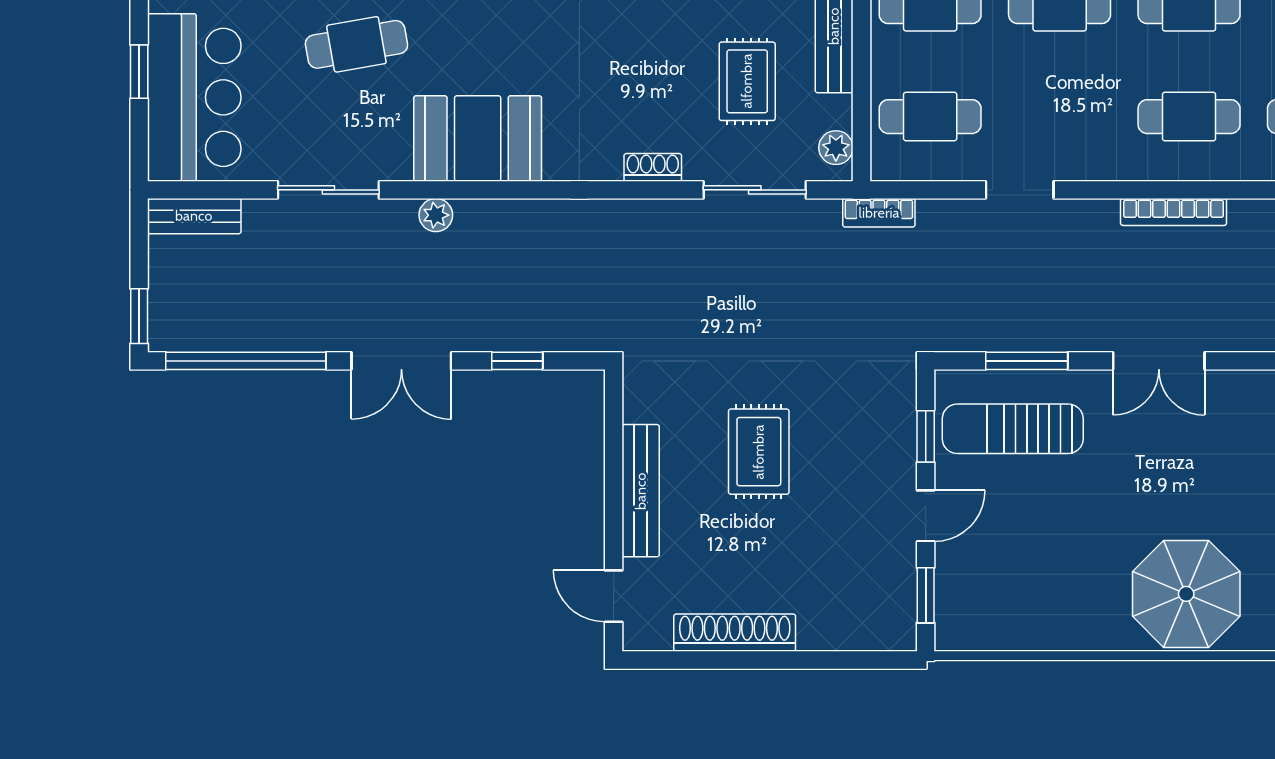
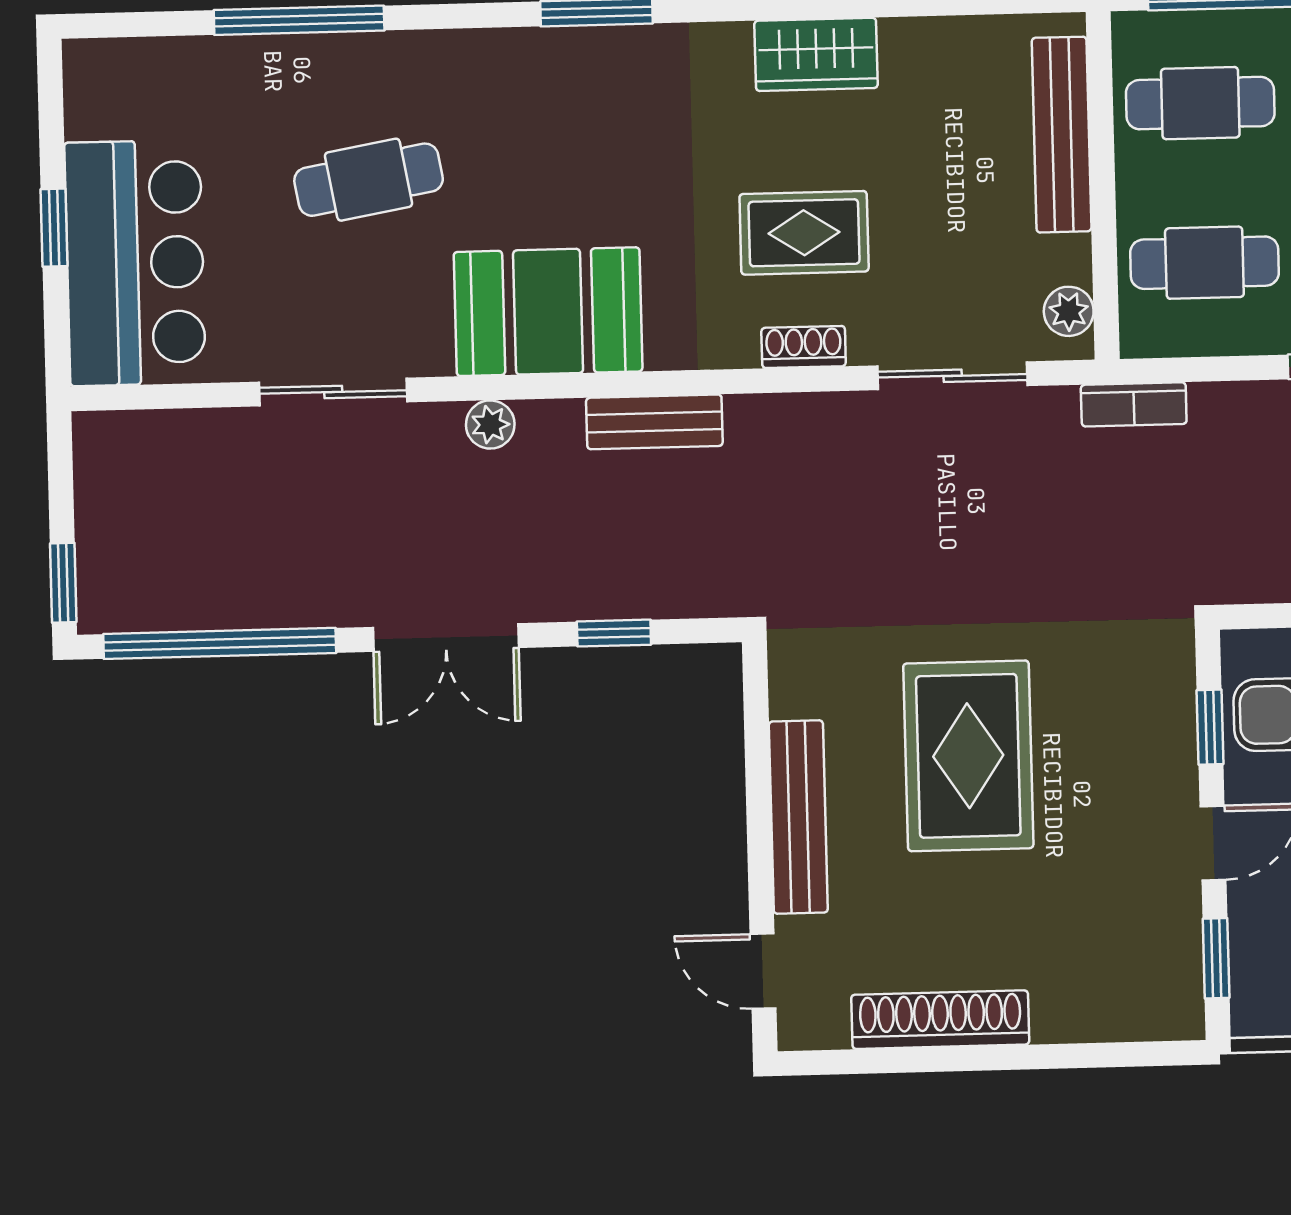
rug: (747, 81) -> (804, 233), moved, turned 90
bench: (194, 216) -> (654, 422), moved
rug: (759, 452) -> (968, 756), width x1.36, depth x1.43

